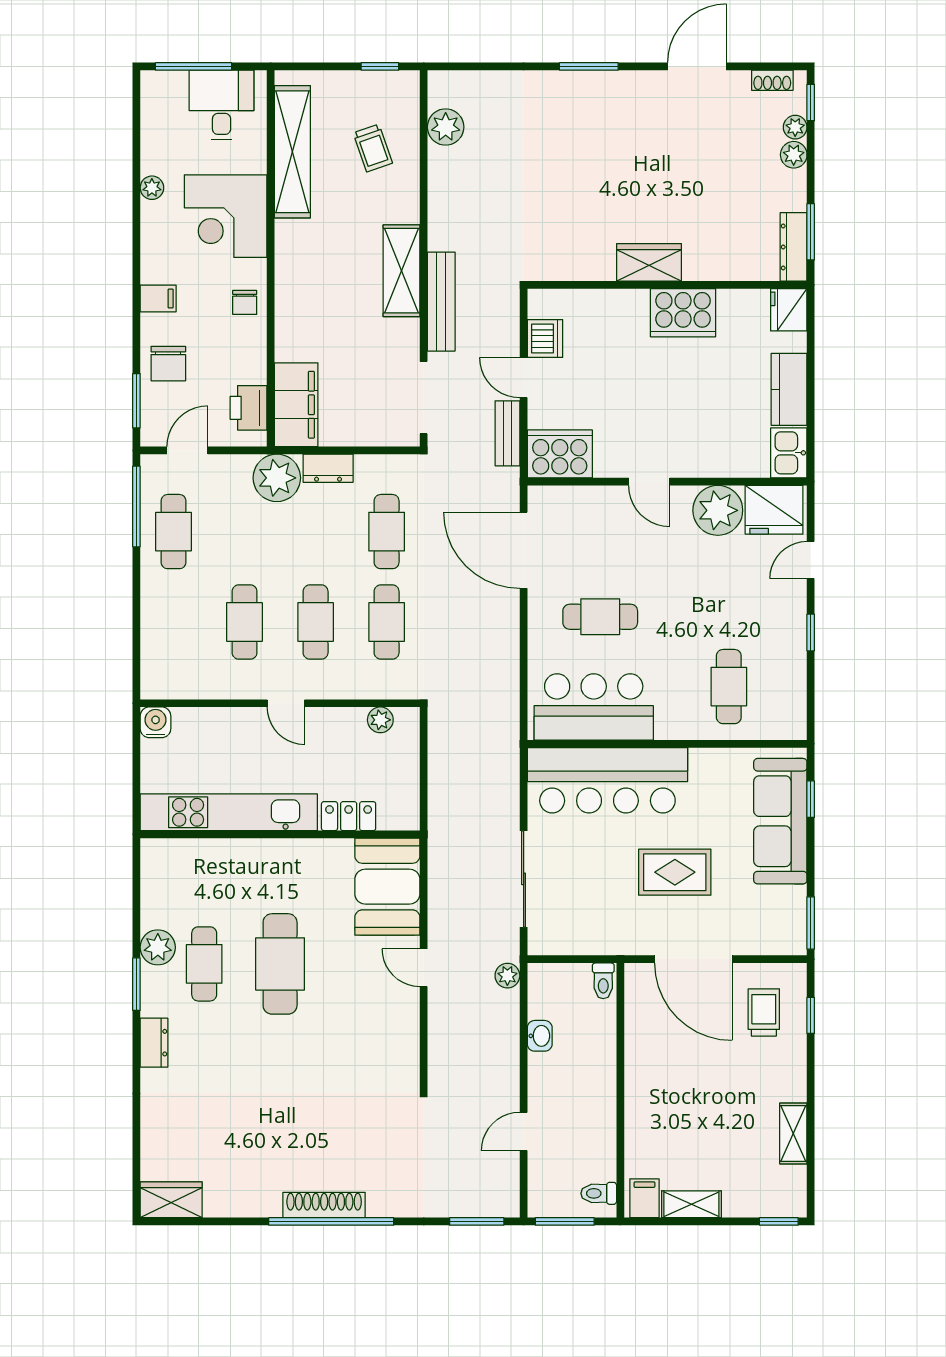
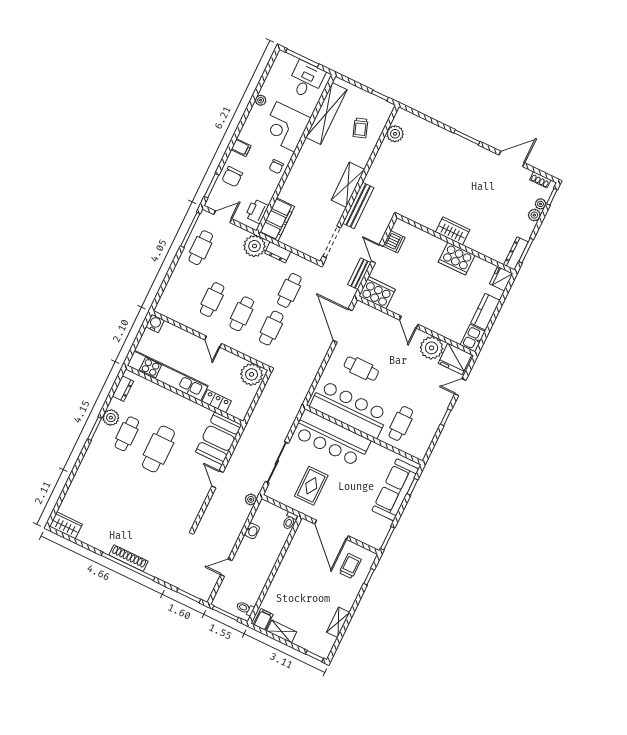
bar counter: (594, 707) -> (350, 409), width x1.36
plant: (380, 720) -> (252, 374), width x1.88, depth x1.88
rug: (675, 872) -> (311, 486), moved, turned 90
dresser: (154, 1043) -> (123, 389), moved

